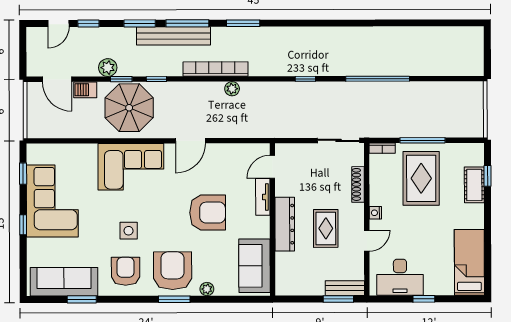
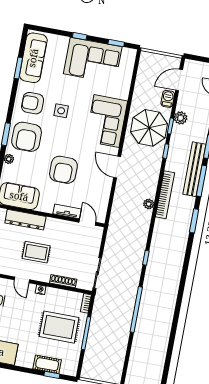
dresser: (285, 224) -> (25, 220), moved
armchair: (126, 271) -> (33, 103), turned 180
armchair: (173, 271) -> (27, 137), turned 90

